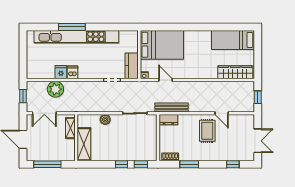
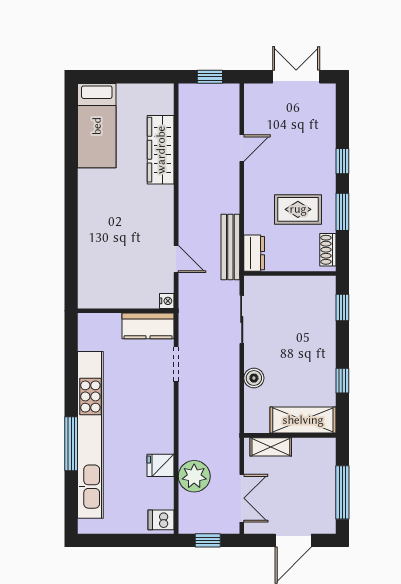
bed: (162, 45) -> (106, 266), removed
dishwasher: (73, 72) -> (161, 520), moved
wardrobe: (235, 72) -> (161, 150), moved
door: (165, 80) -> (176, 259), swing flipped
rug: (207, 131) -> (298, 209), moved
window: (121, 164) -> (342, 381), moved
window: (233, 164) -> (342, 161), moved

